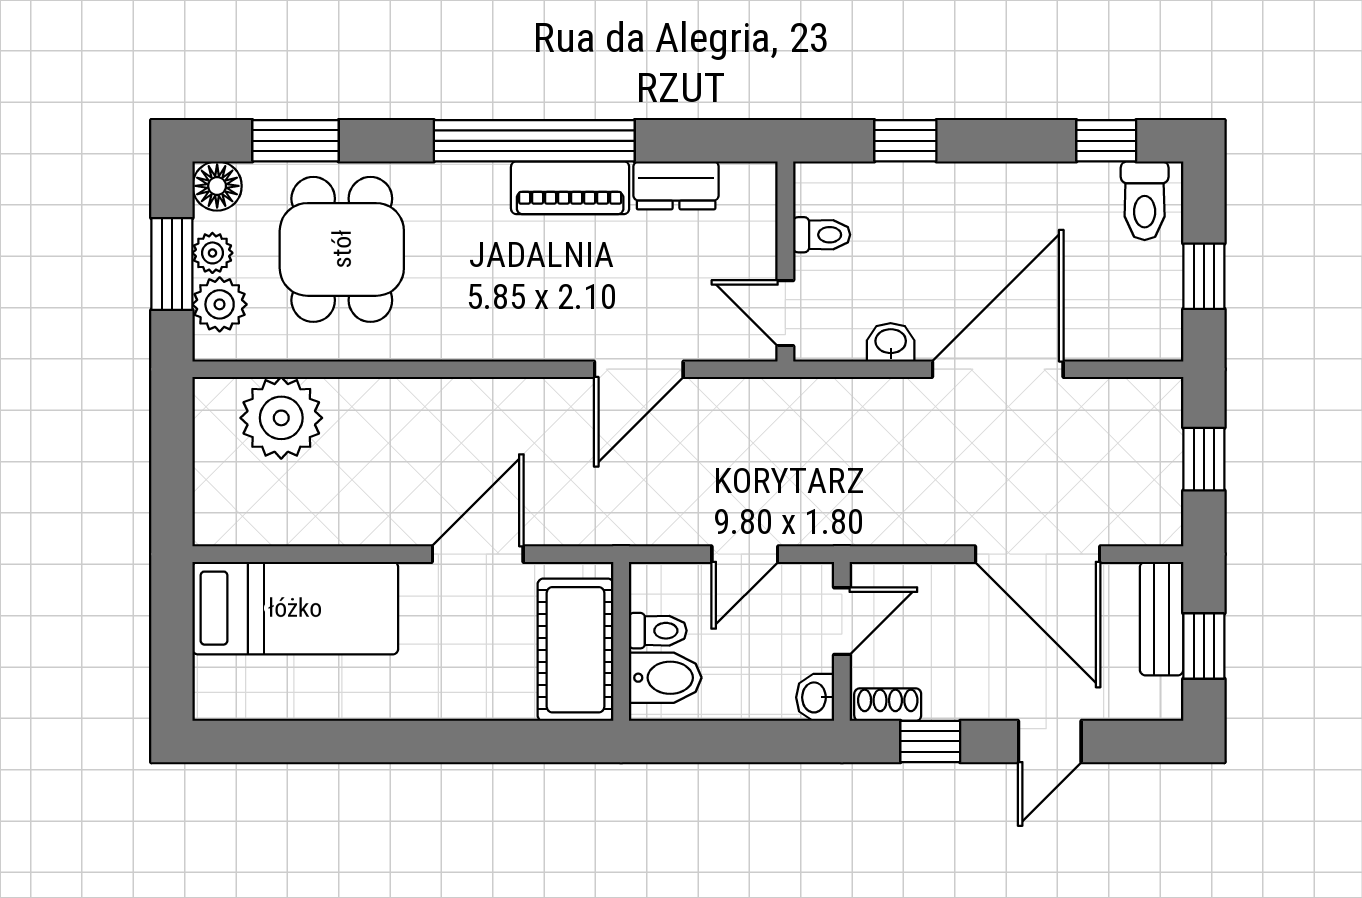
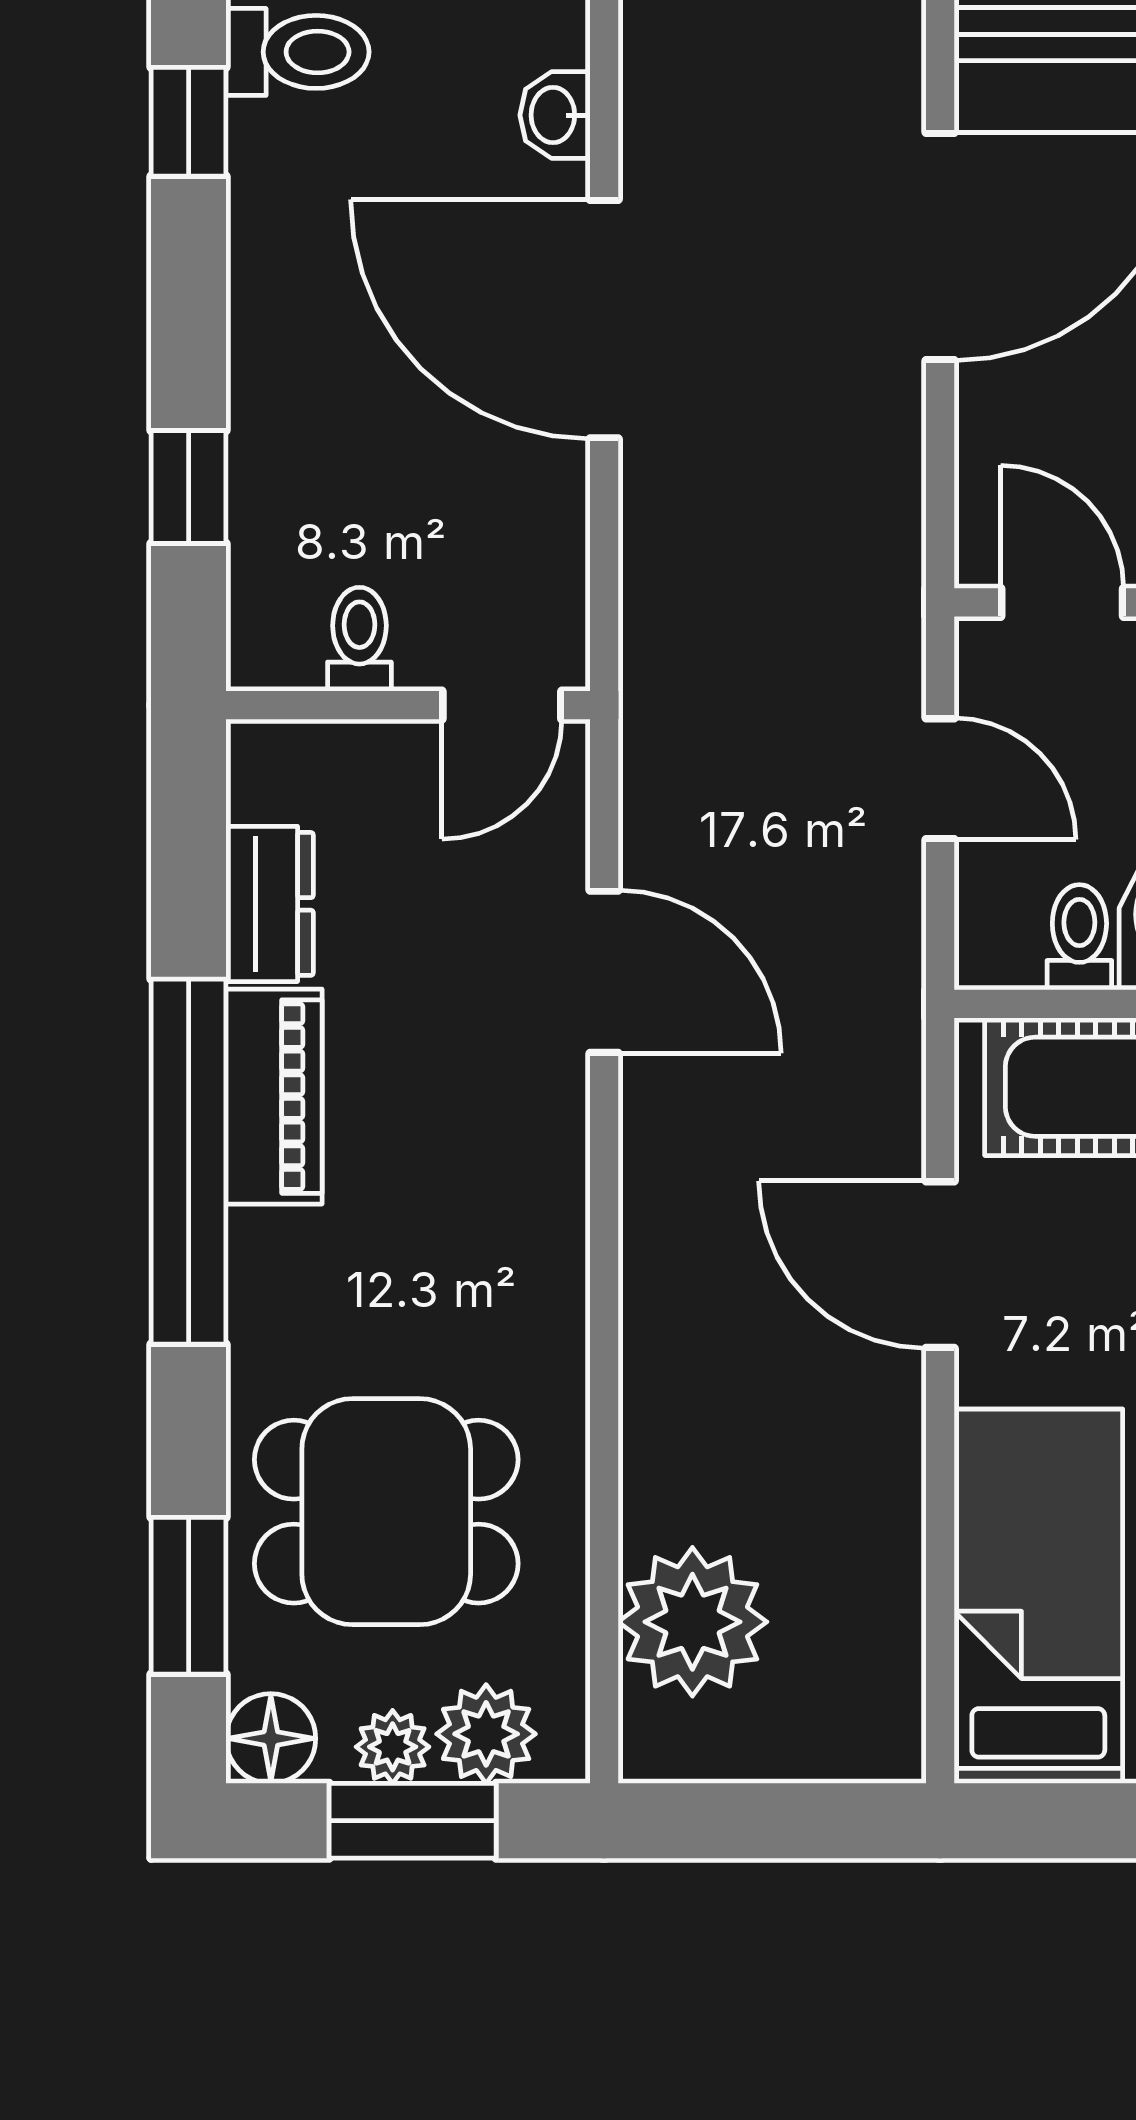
washbasin: (891, 342) -> (555, 115), moved

